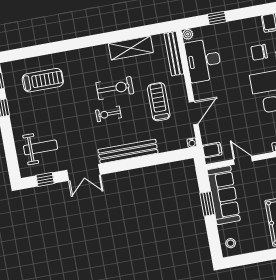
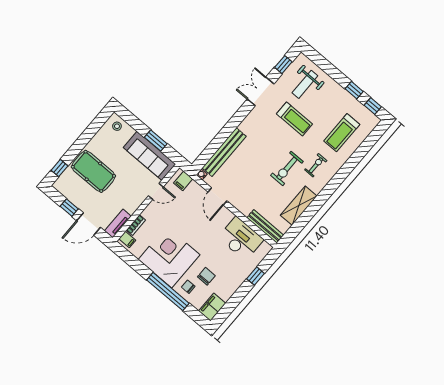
plant: (188, 34) -> (267, 248), removed
treadmill: (159, 102) -> (295, 119), moved
exercise bike: (108, 114) -> (316, 165), moved
bench: (128, 151) -> (224, 152), moved

